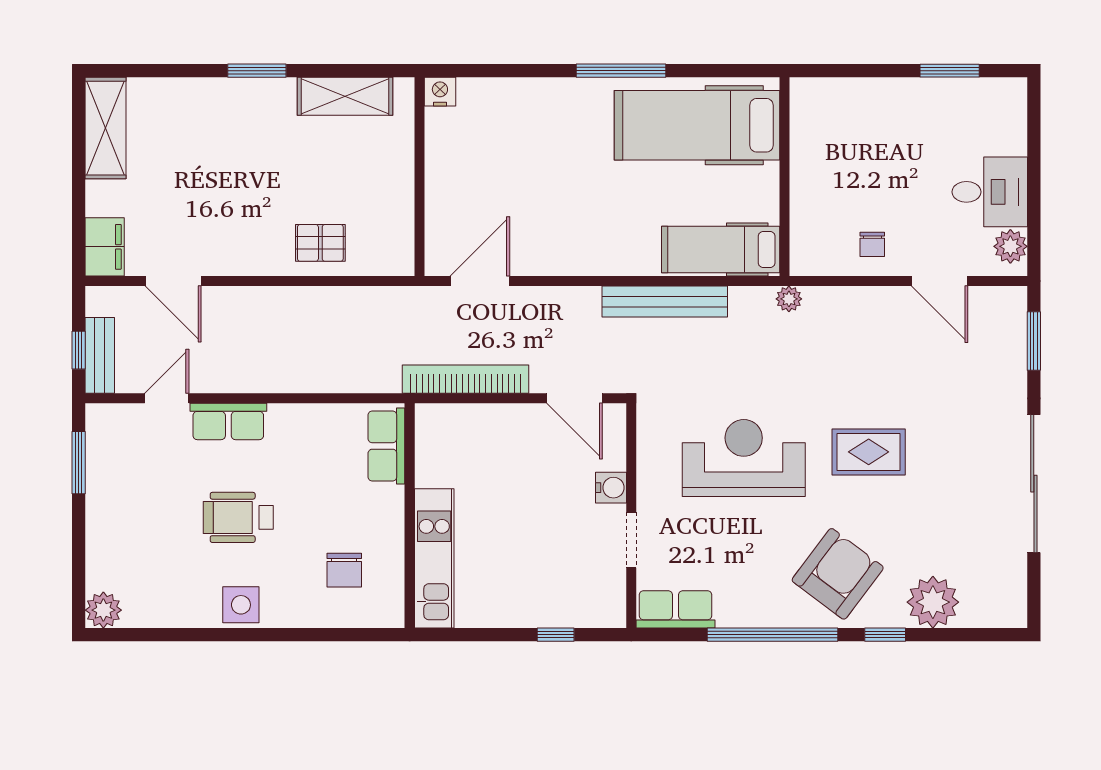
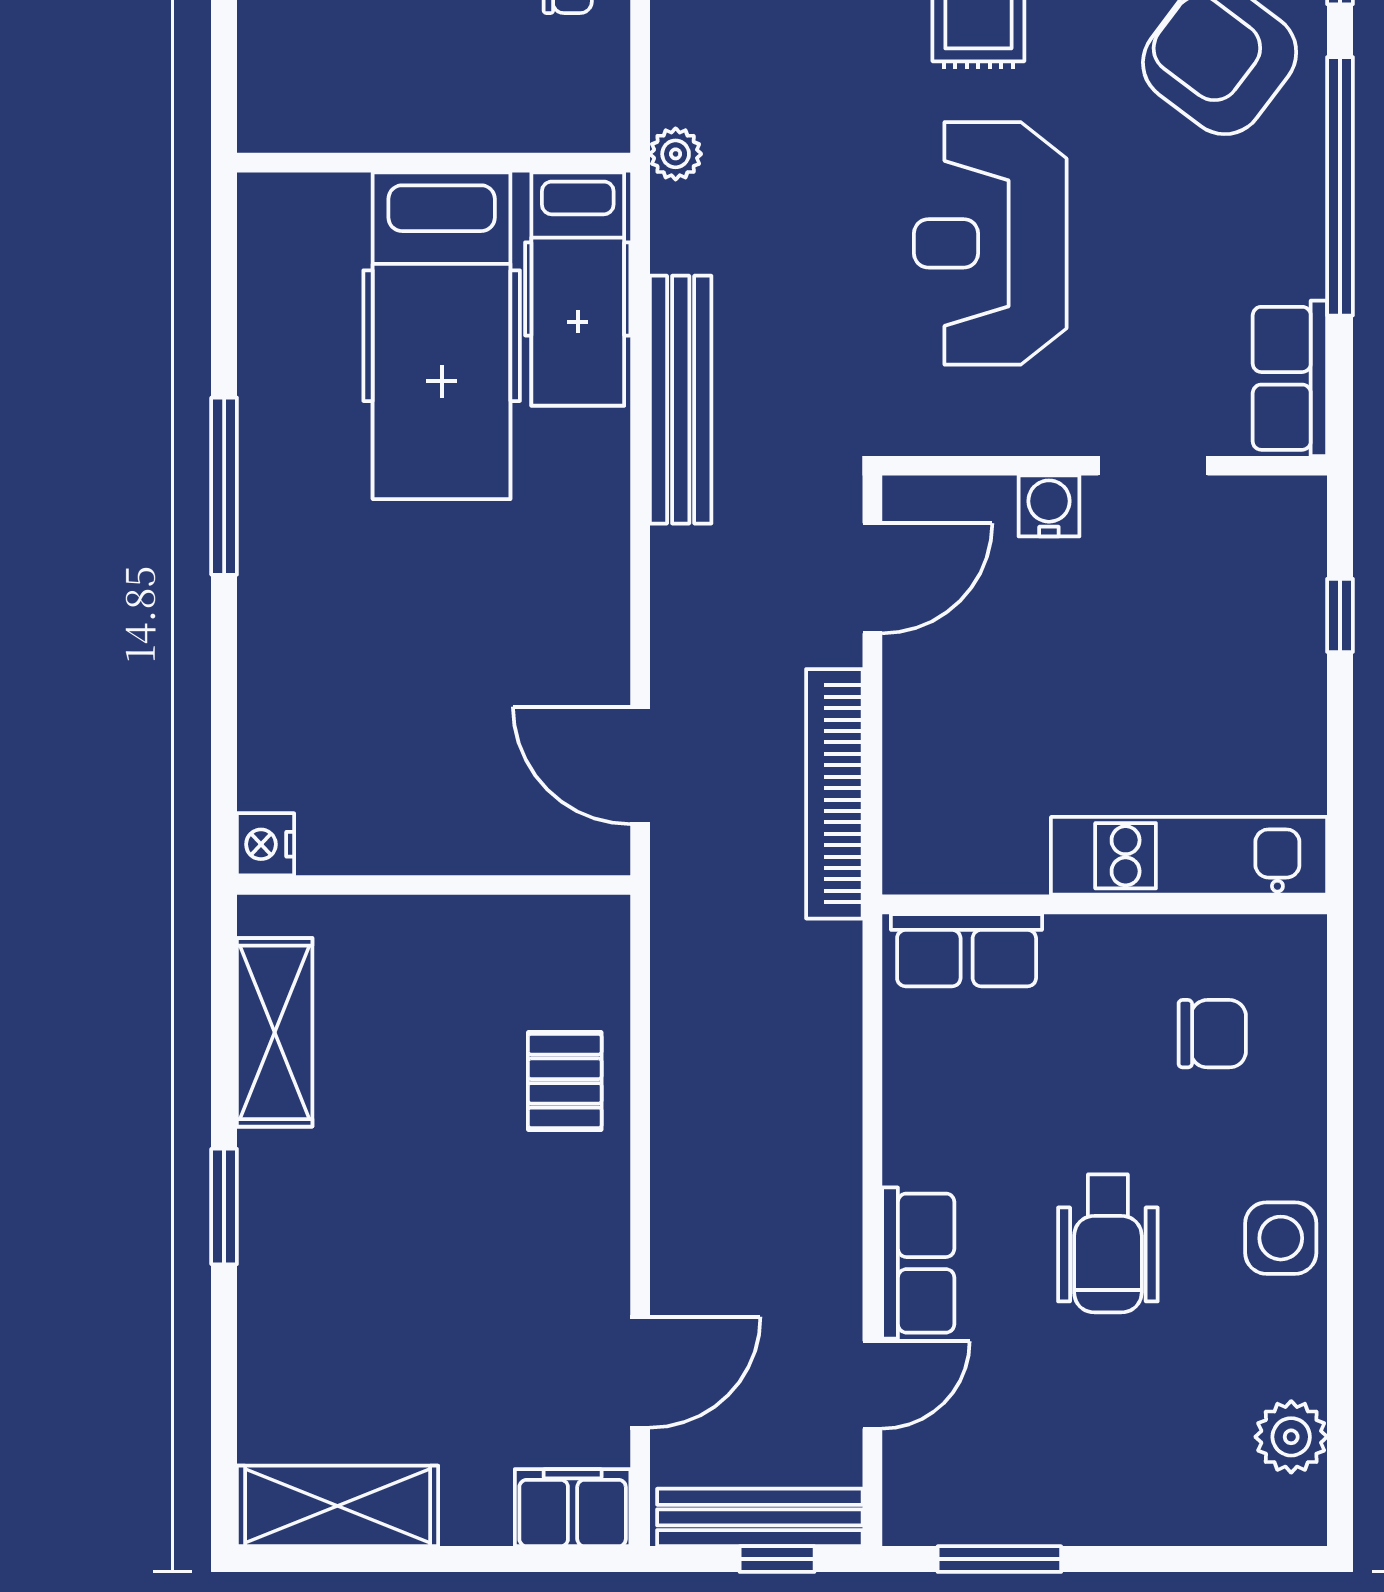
hospital bed: (697, 125) -> (442, 336), moved
bench: (100, 355) -> (760, 1517), width x1.36
door: (167, 398) -> (872, 1385), swing flipped
plant: (103, 610) -> (1291, 1437), moved

